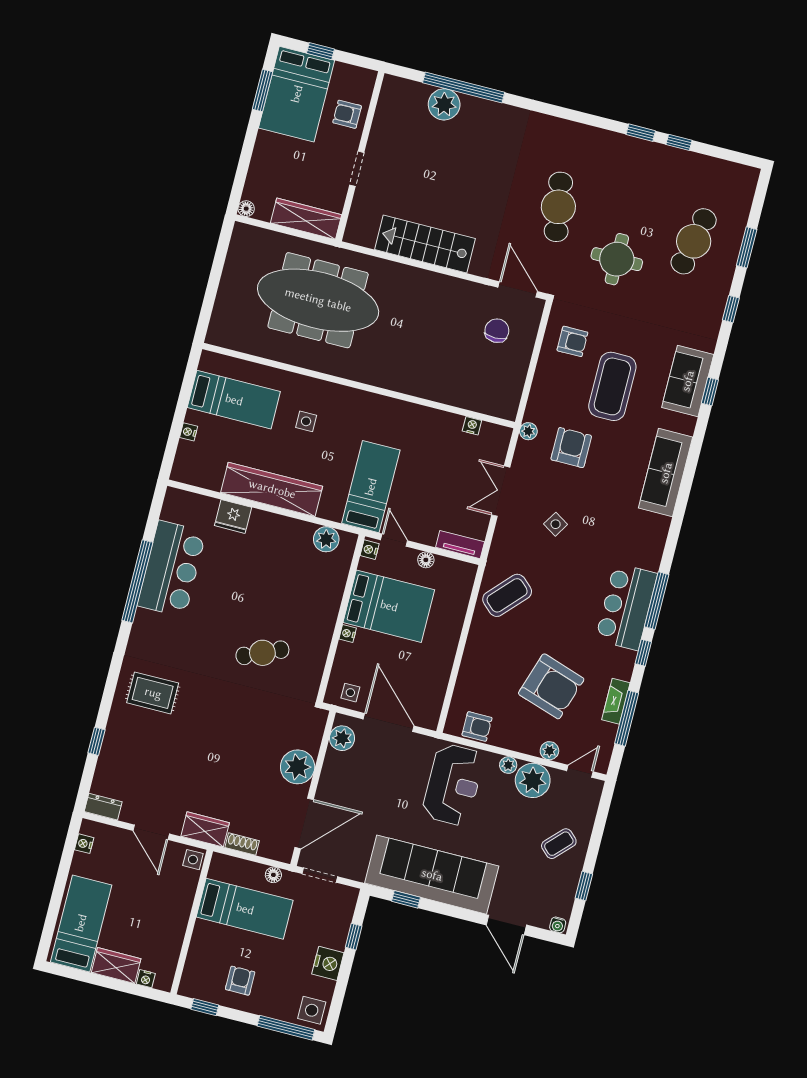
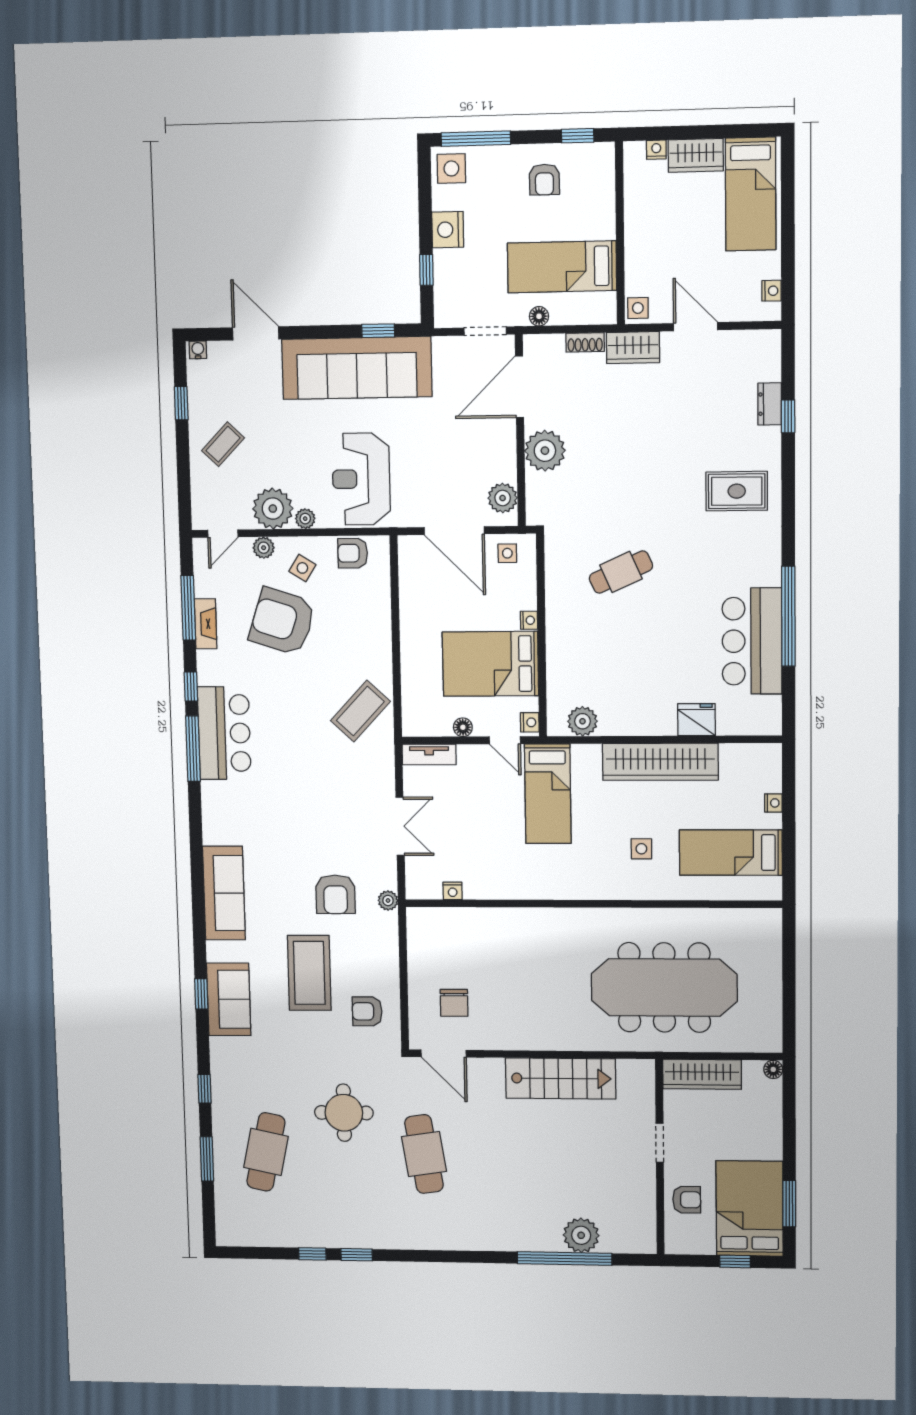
side table: (556, 524) -> (302, 568), moved
dresser: (103, 807) -> (770, 404), moved, turned 90

